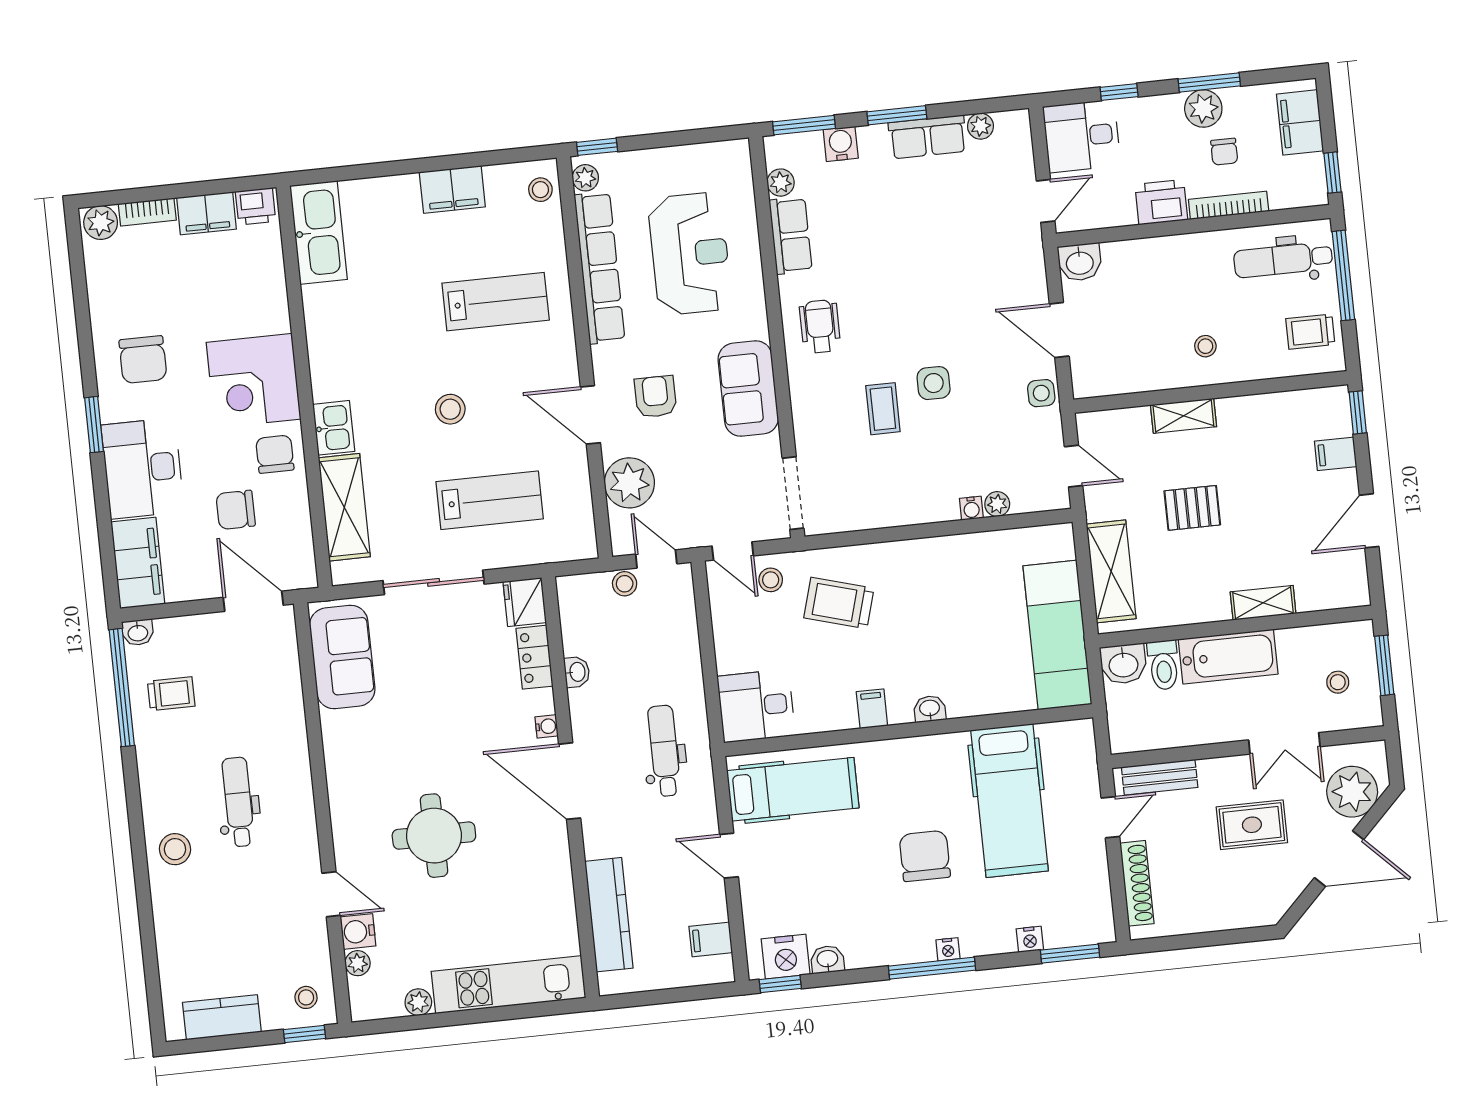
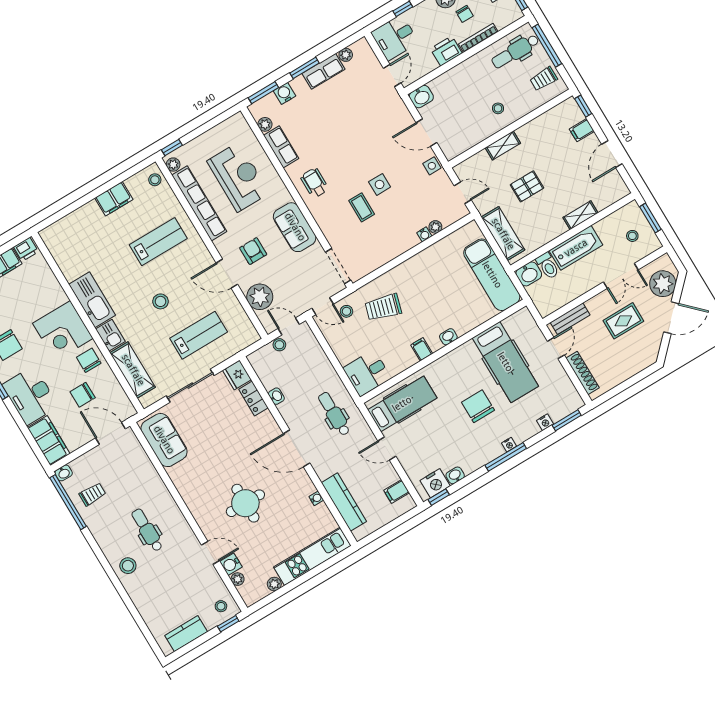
kitchen sink: (319, 233) -> (92, 300), moved
water cooler: (547, 726) -> (316, 498), moved

